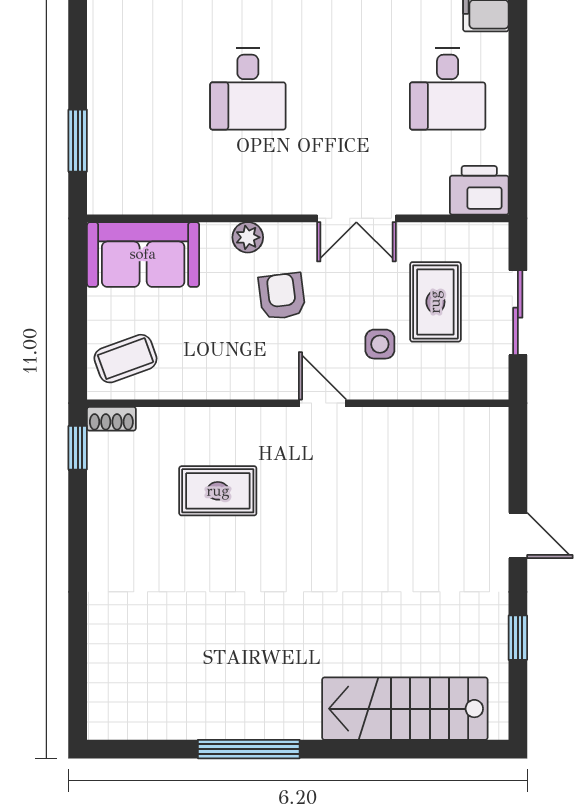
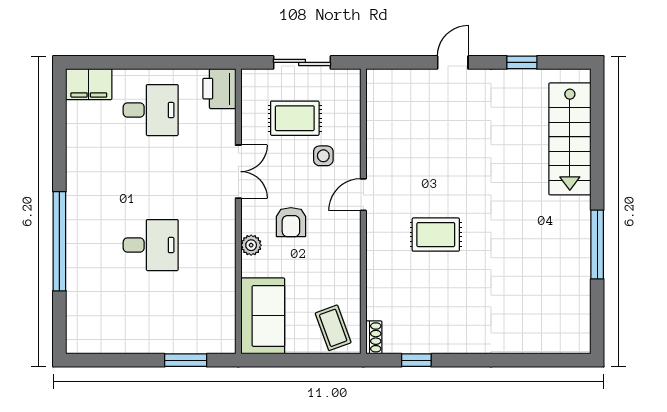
armchair: (282, 296) -> (291, 222), turned -83
window: (78, 448) -> (416, 360), moved
rug: (218, 491) -> (436, 235), moved, turned 90

